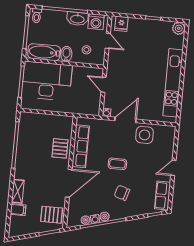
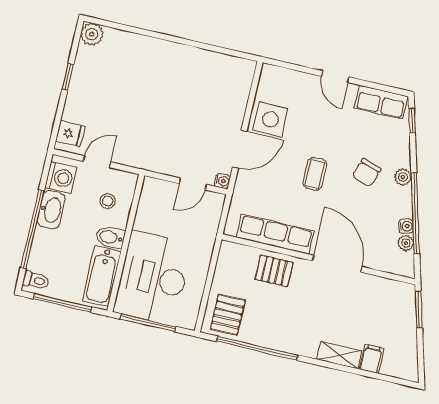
kitchen unit: (173, 83) -> (186, 57), removed
door: (104, 85) -> (193, 184), moved
door: (125, 120) -> (240, 149), swing flipped
pallet: (52, 215) -> (228, 315), moved
plant: (105, 217) -> (403, 177), moved

